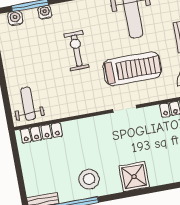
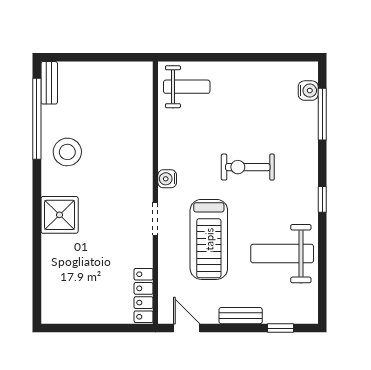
water cooler: (45, 12) -> (167, 179), moved, turned 180
exercise bike: (77, 51) -> (248, 167), turned 180
locker: (41, 133) -> (143, 98), removed

